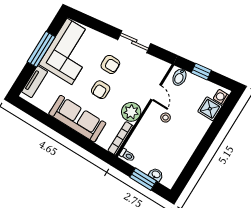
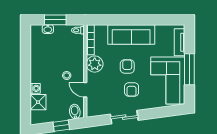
armchair: (110, 64) -> (132, 89), turned -90
washing machine: (221, 97) -> (35, 88), moved

